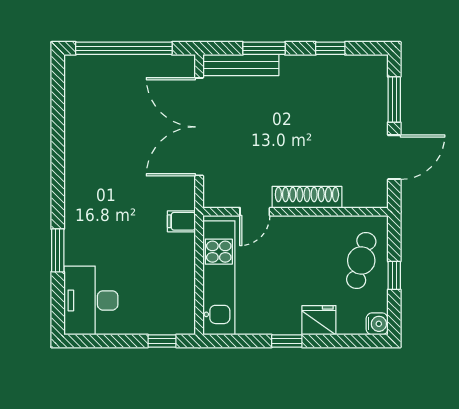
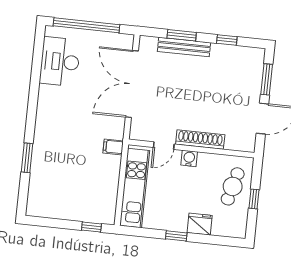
bench: (241, 65) -> (184, 47), moved
desk: (91, 300) -> (60, 62), moved
water cooler: (377, 324) -> (189, 158), moved, turned -90

